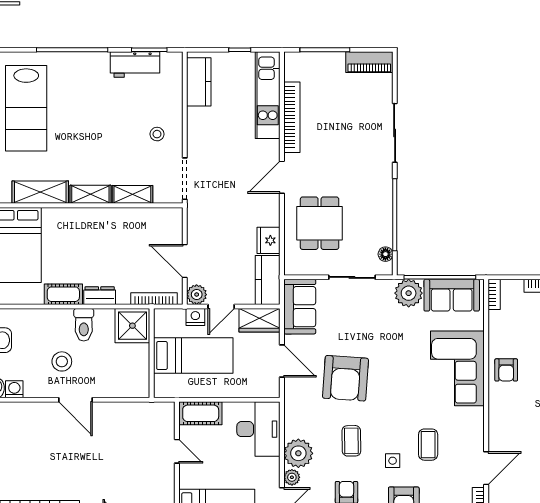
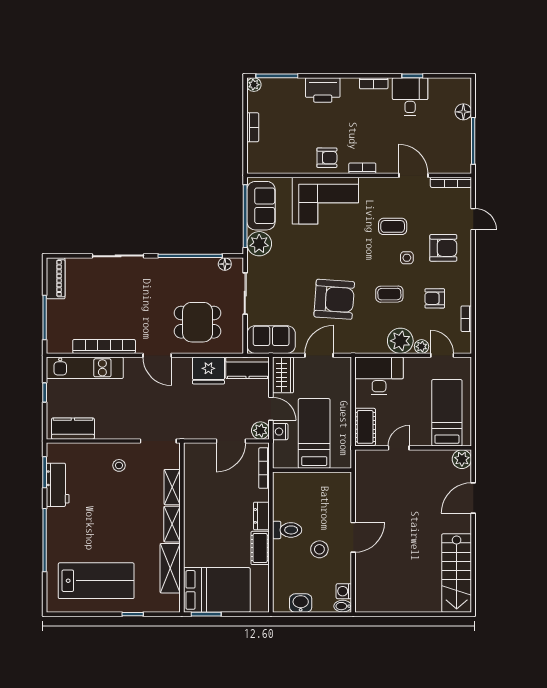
fridge: (269, 240) -> (208, 371), width x1.36, depth x1.34
bookcase: (494, 294) -> (362, 168), moved
shower: (132, 326) -> (288, 487), removed

